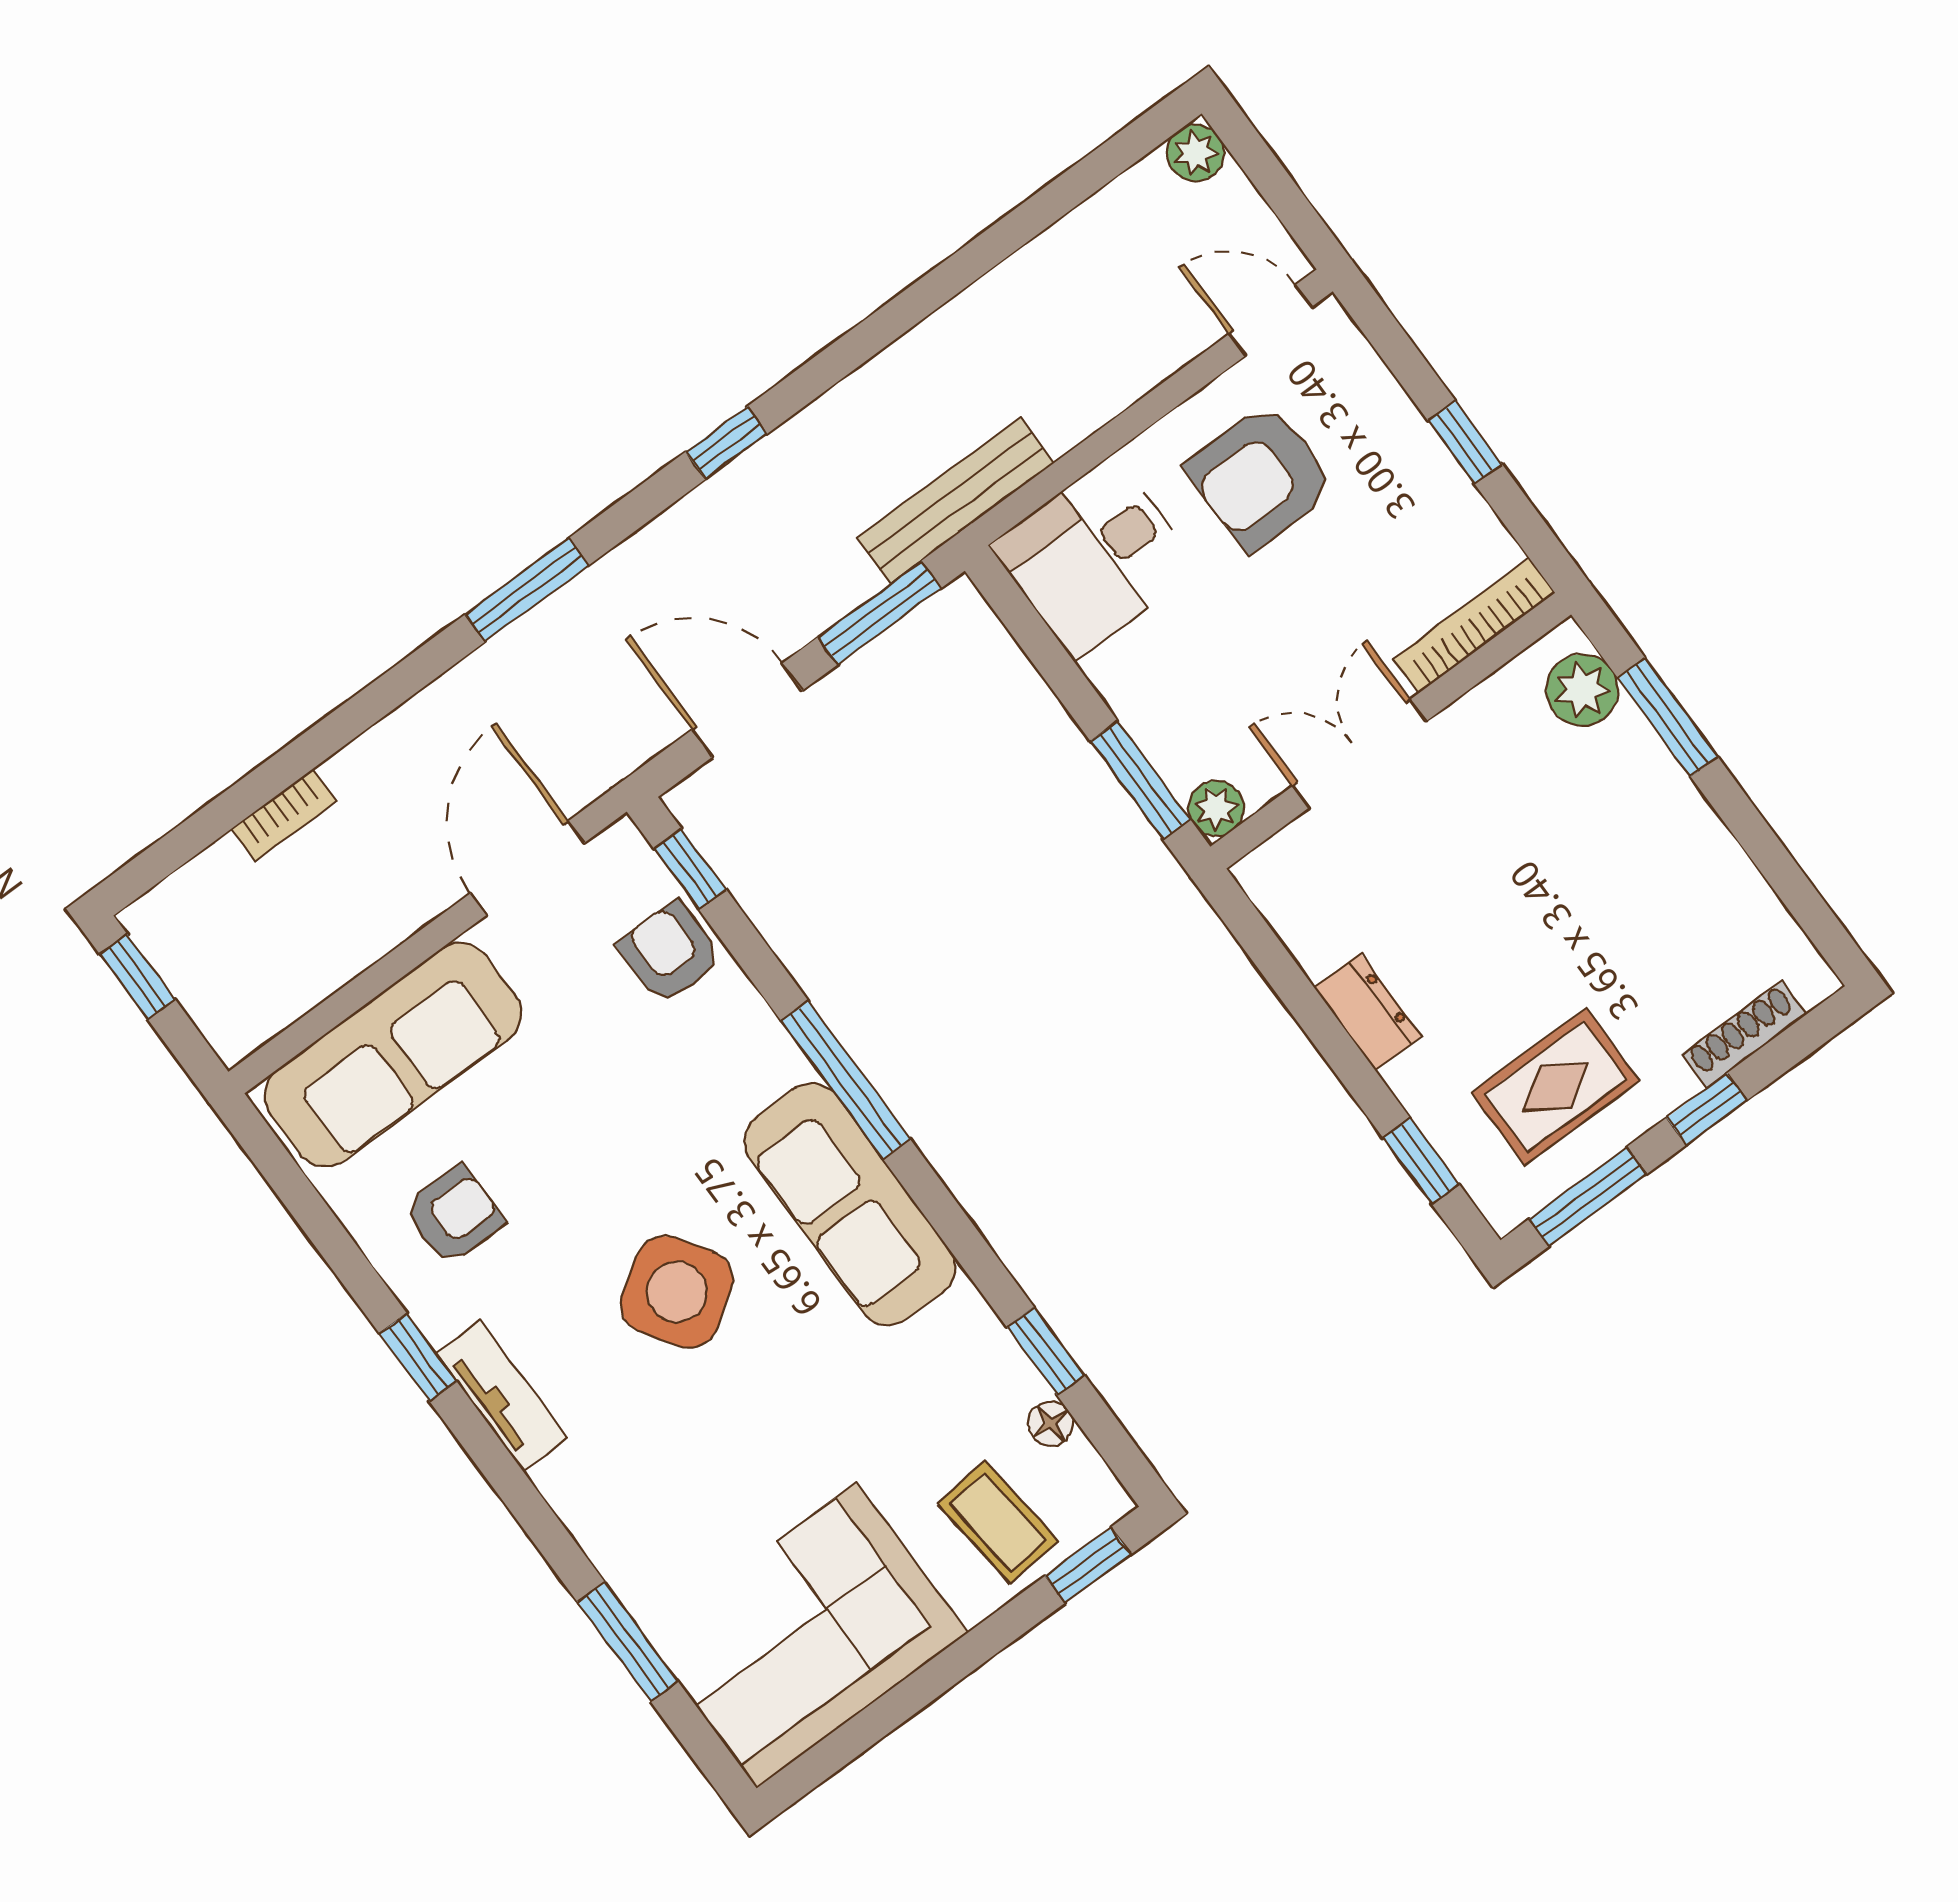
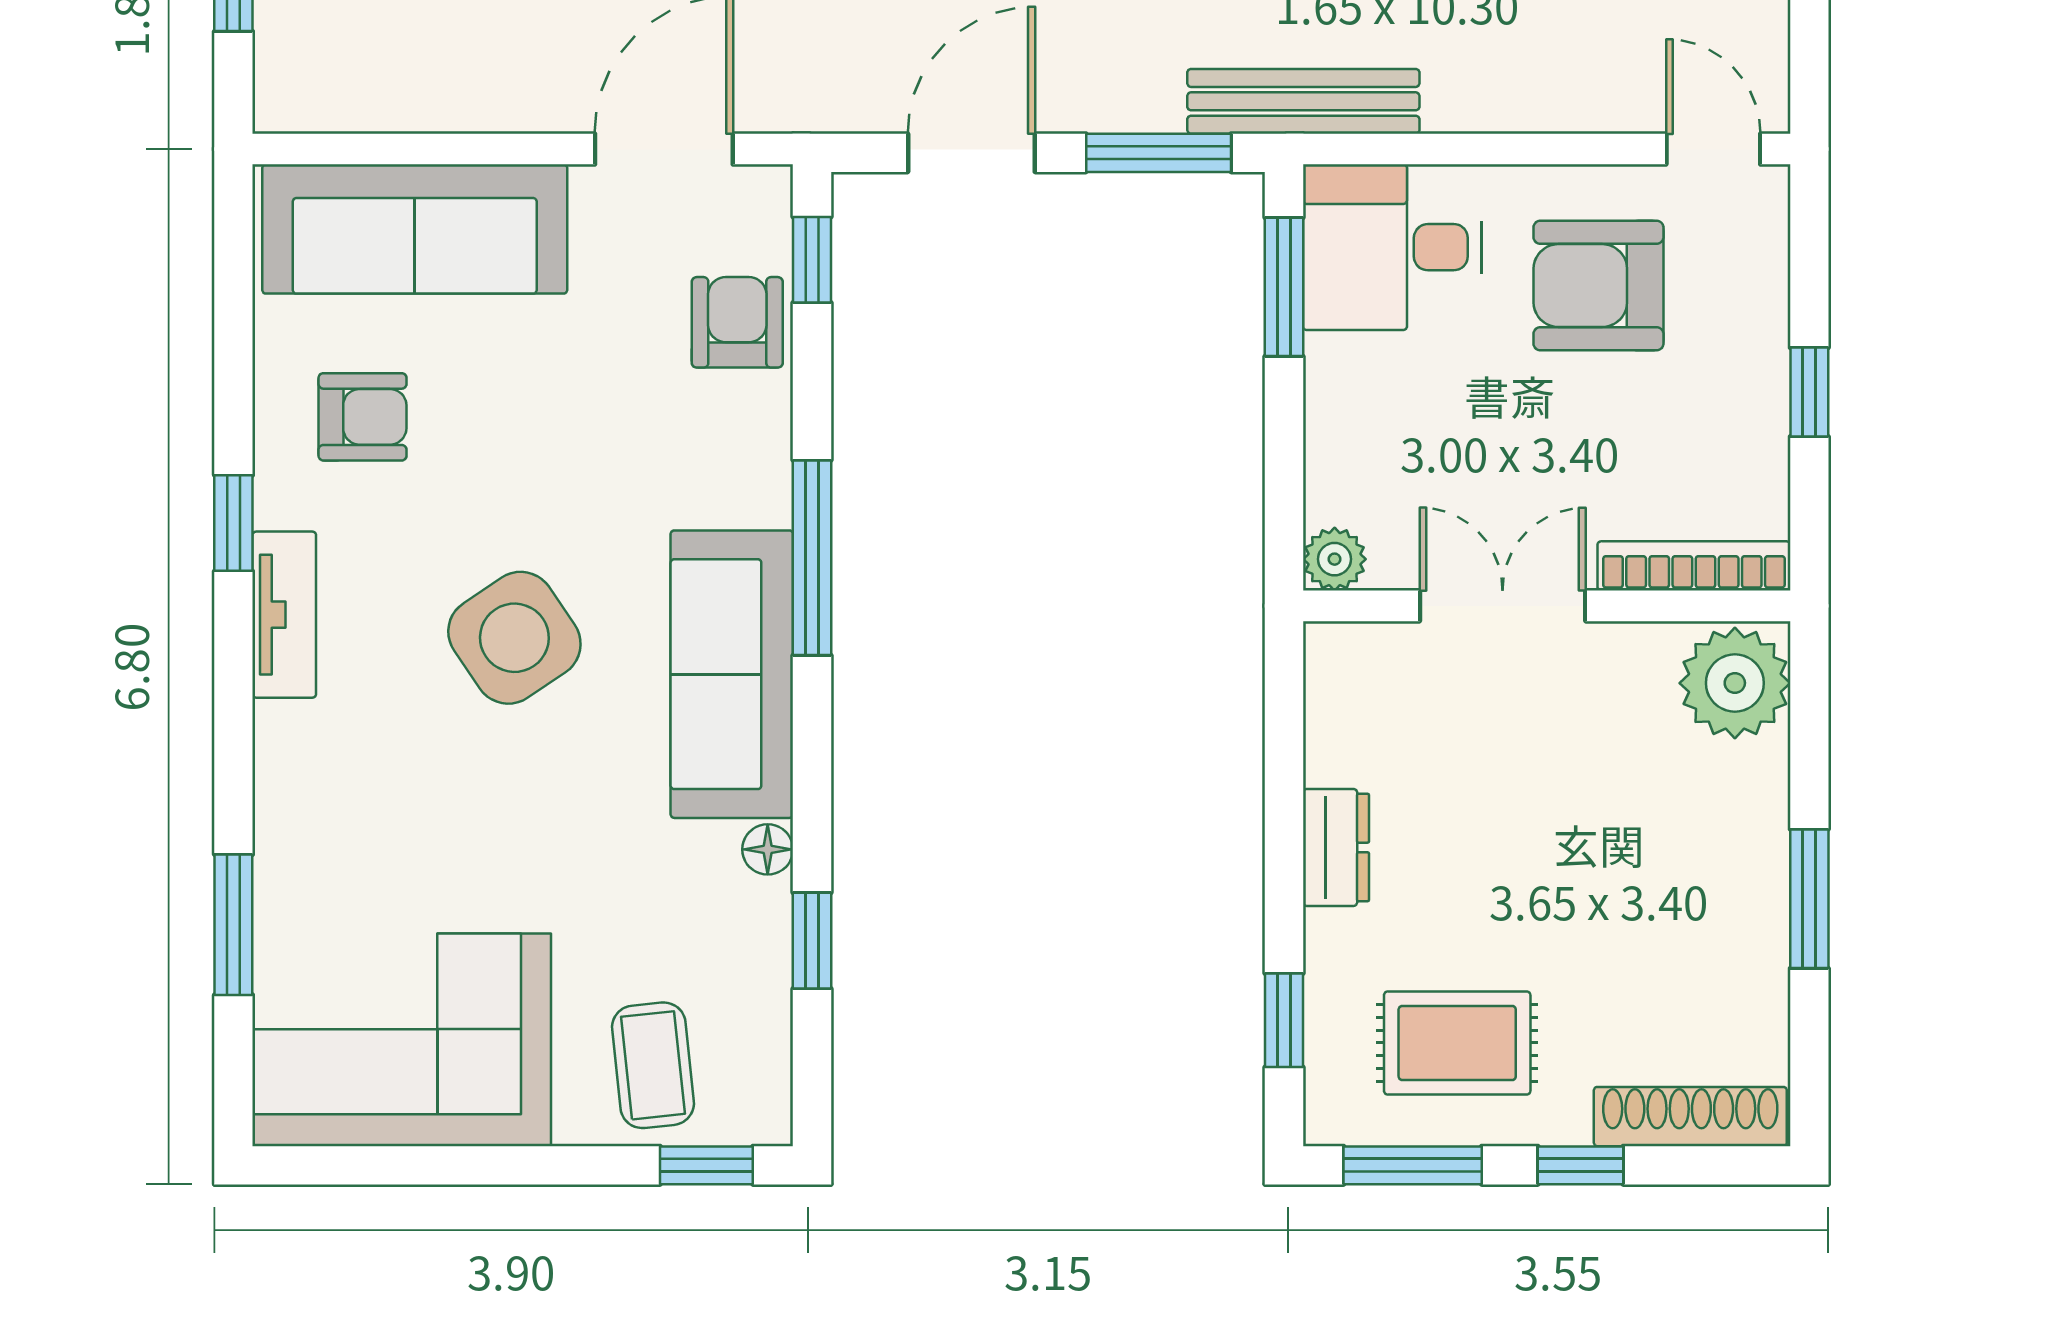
plant: (1582, 690) -> (1735, 683), width x1.36, depth x1.36
door: (747, 710) -> (971, 153), hinge flipped
window: (1668, 717) -> (1809, 899), moved
window: (1140, 780) -> (1284, 287), moved
shoe rack: (1744, 1035) -> (1690, 1117), width x1.36, depth x1.24
floor lamp: (1051, 1424) -> (768, 849), moved

